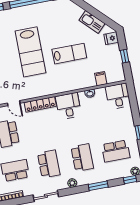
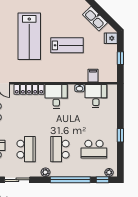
desk: (118, 96) -> (96, 96), moved
school desk: (82, 158) -> (60, 149), turned 180
window: (98, 186) -> (70, 180), width x2.11

